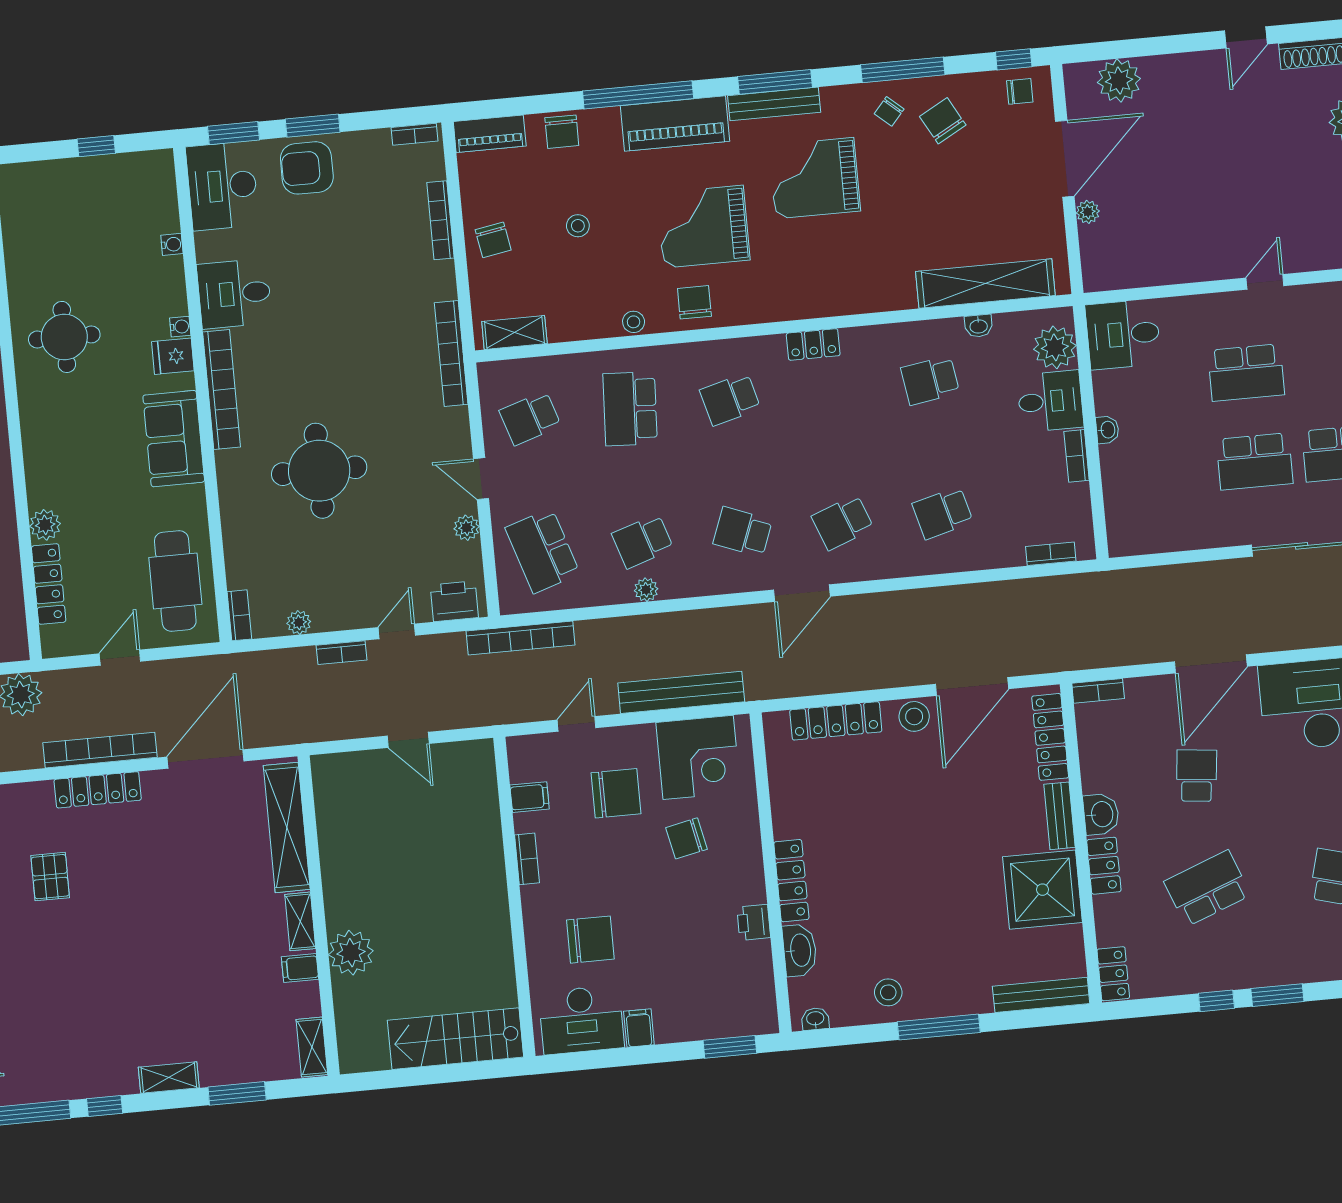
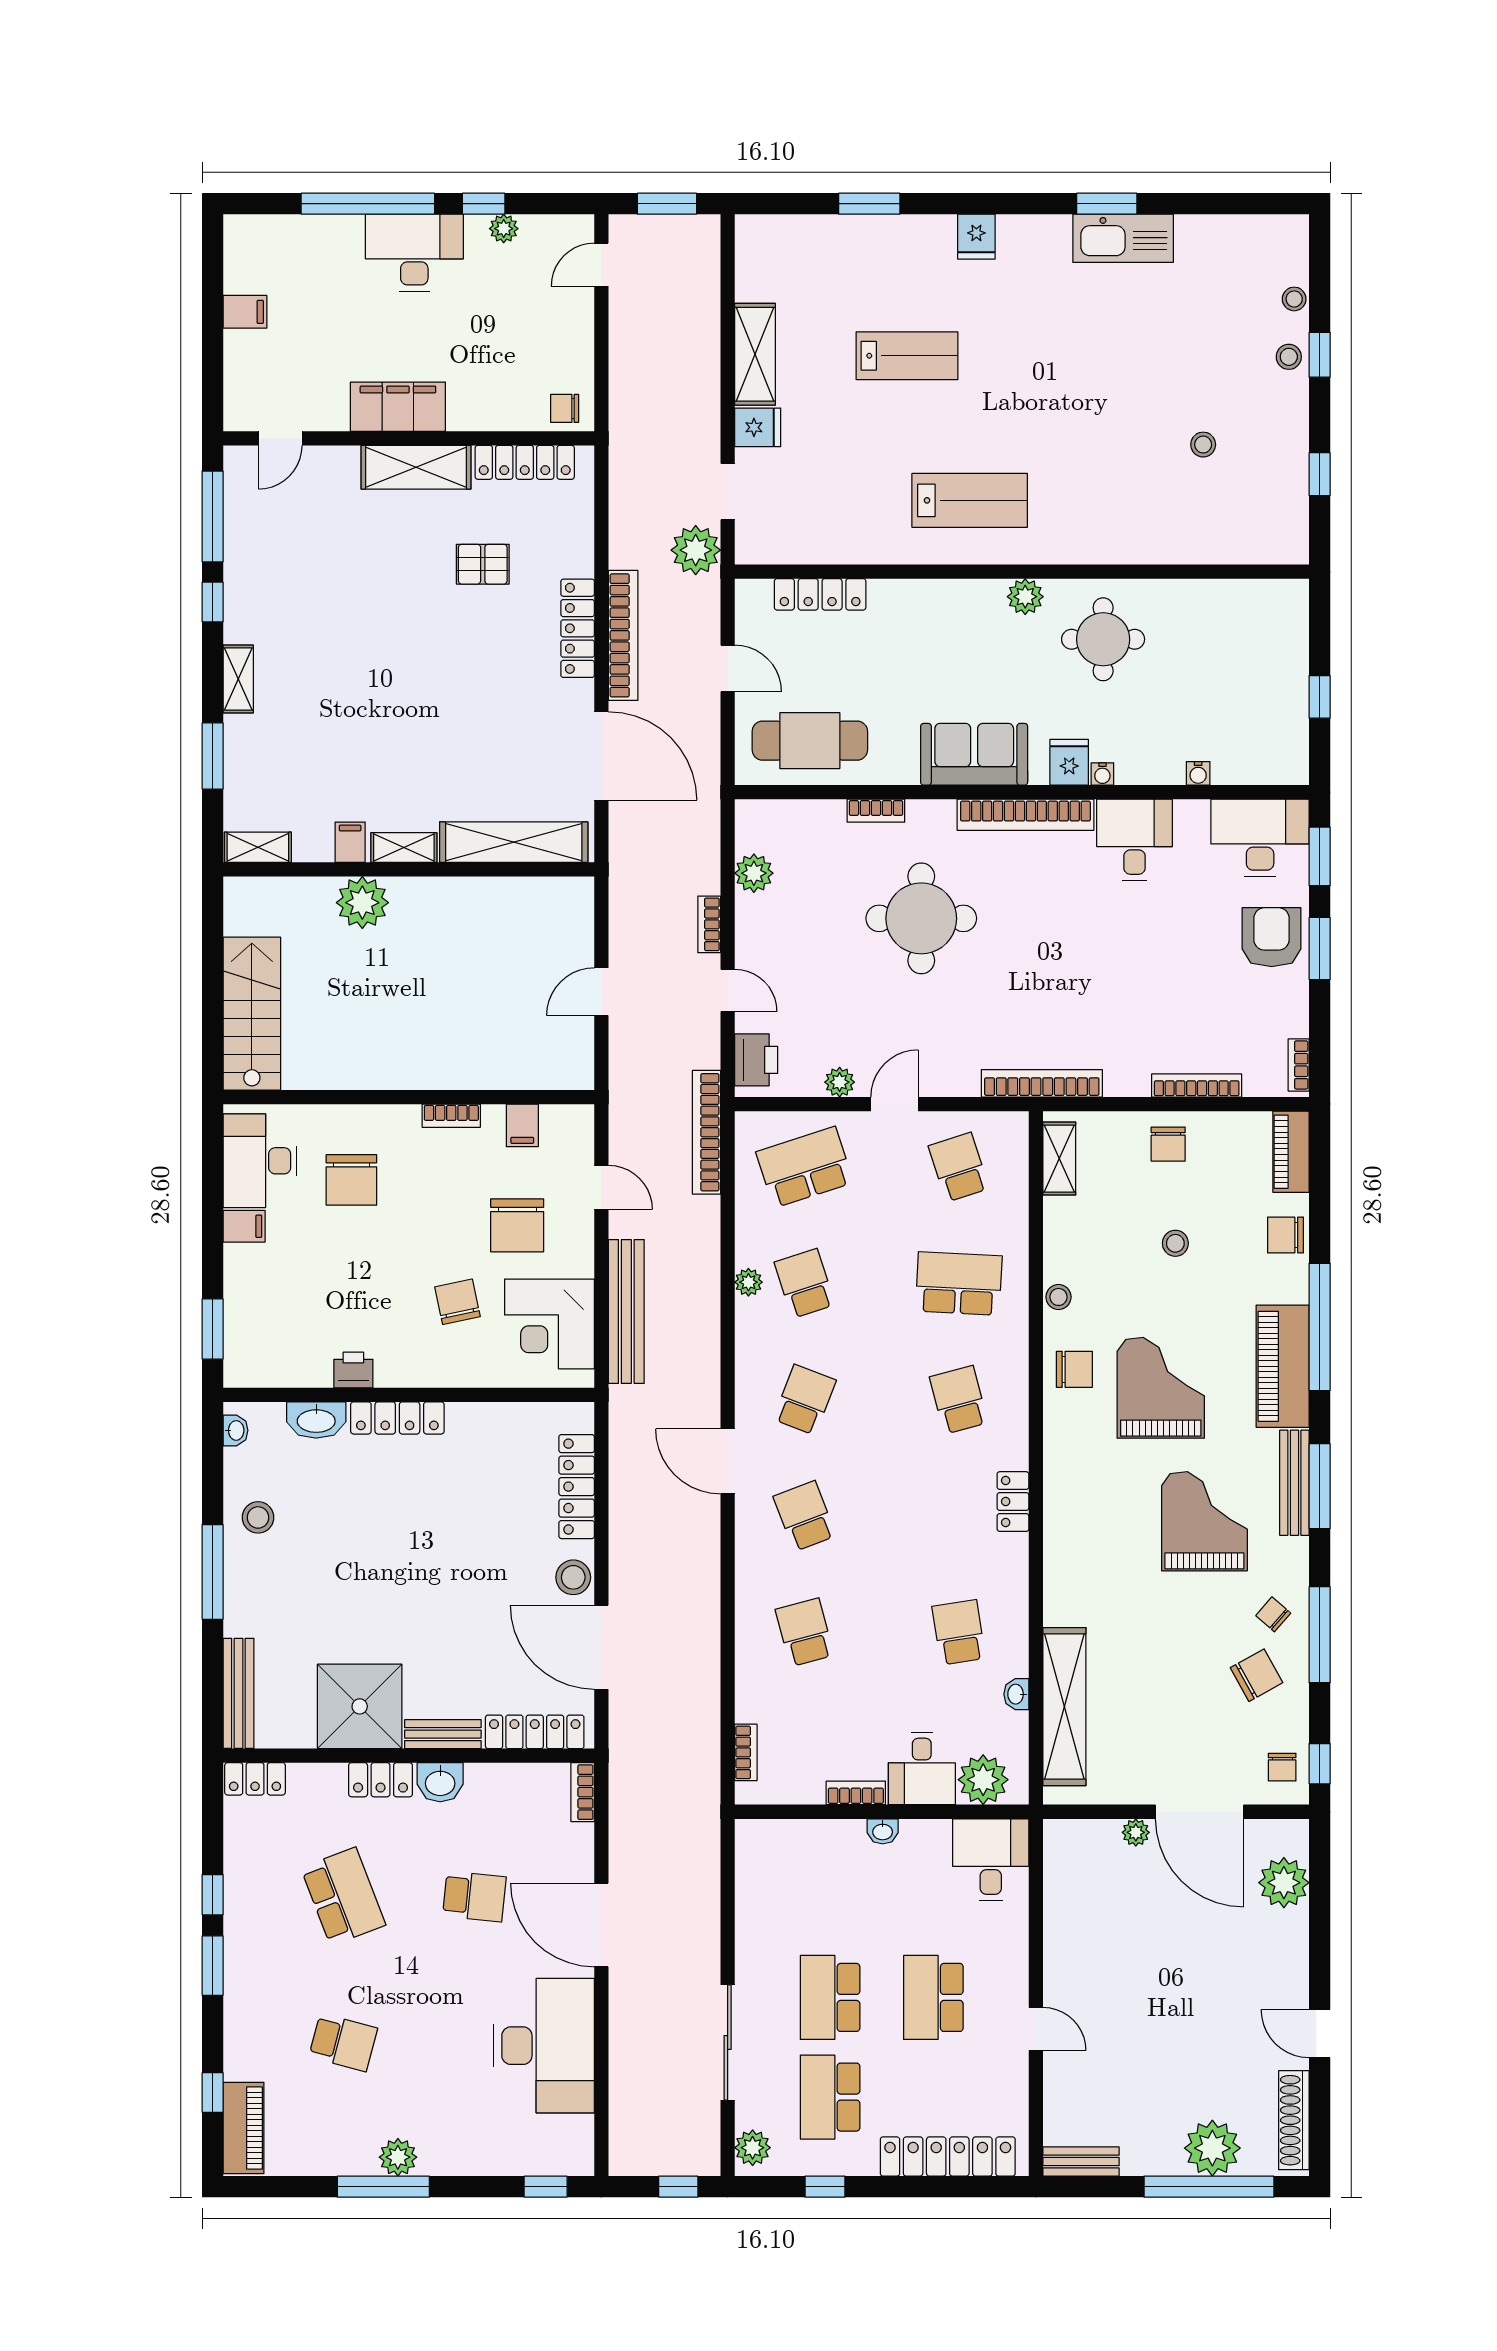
chair: (493, 240) -> (1168, 1144), turned -80
plant: (45, 525) -> (1025, 597), moved
bookcase: (239, 615) -> (876, 811), moved
plant: (299, 622) -> (754, 873), width x1.38, depth x1.38

